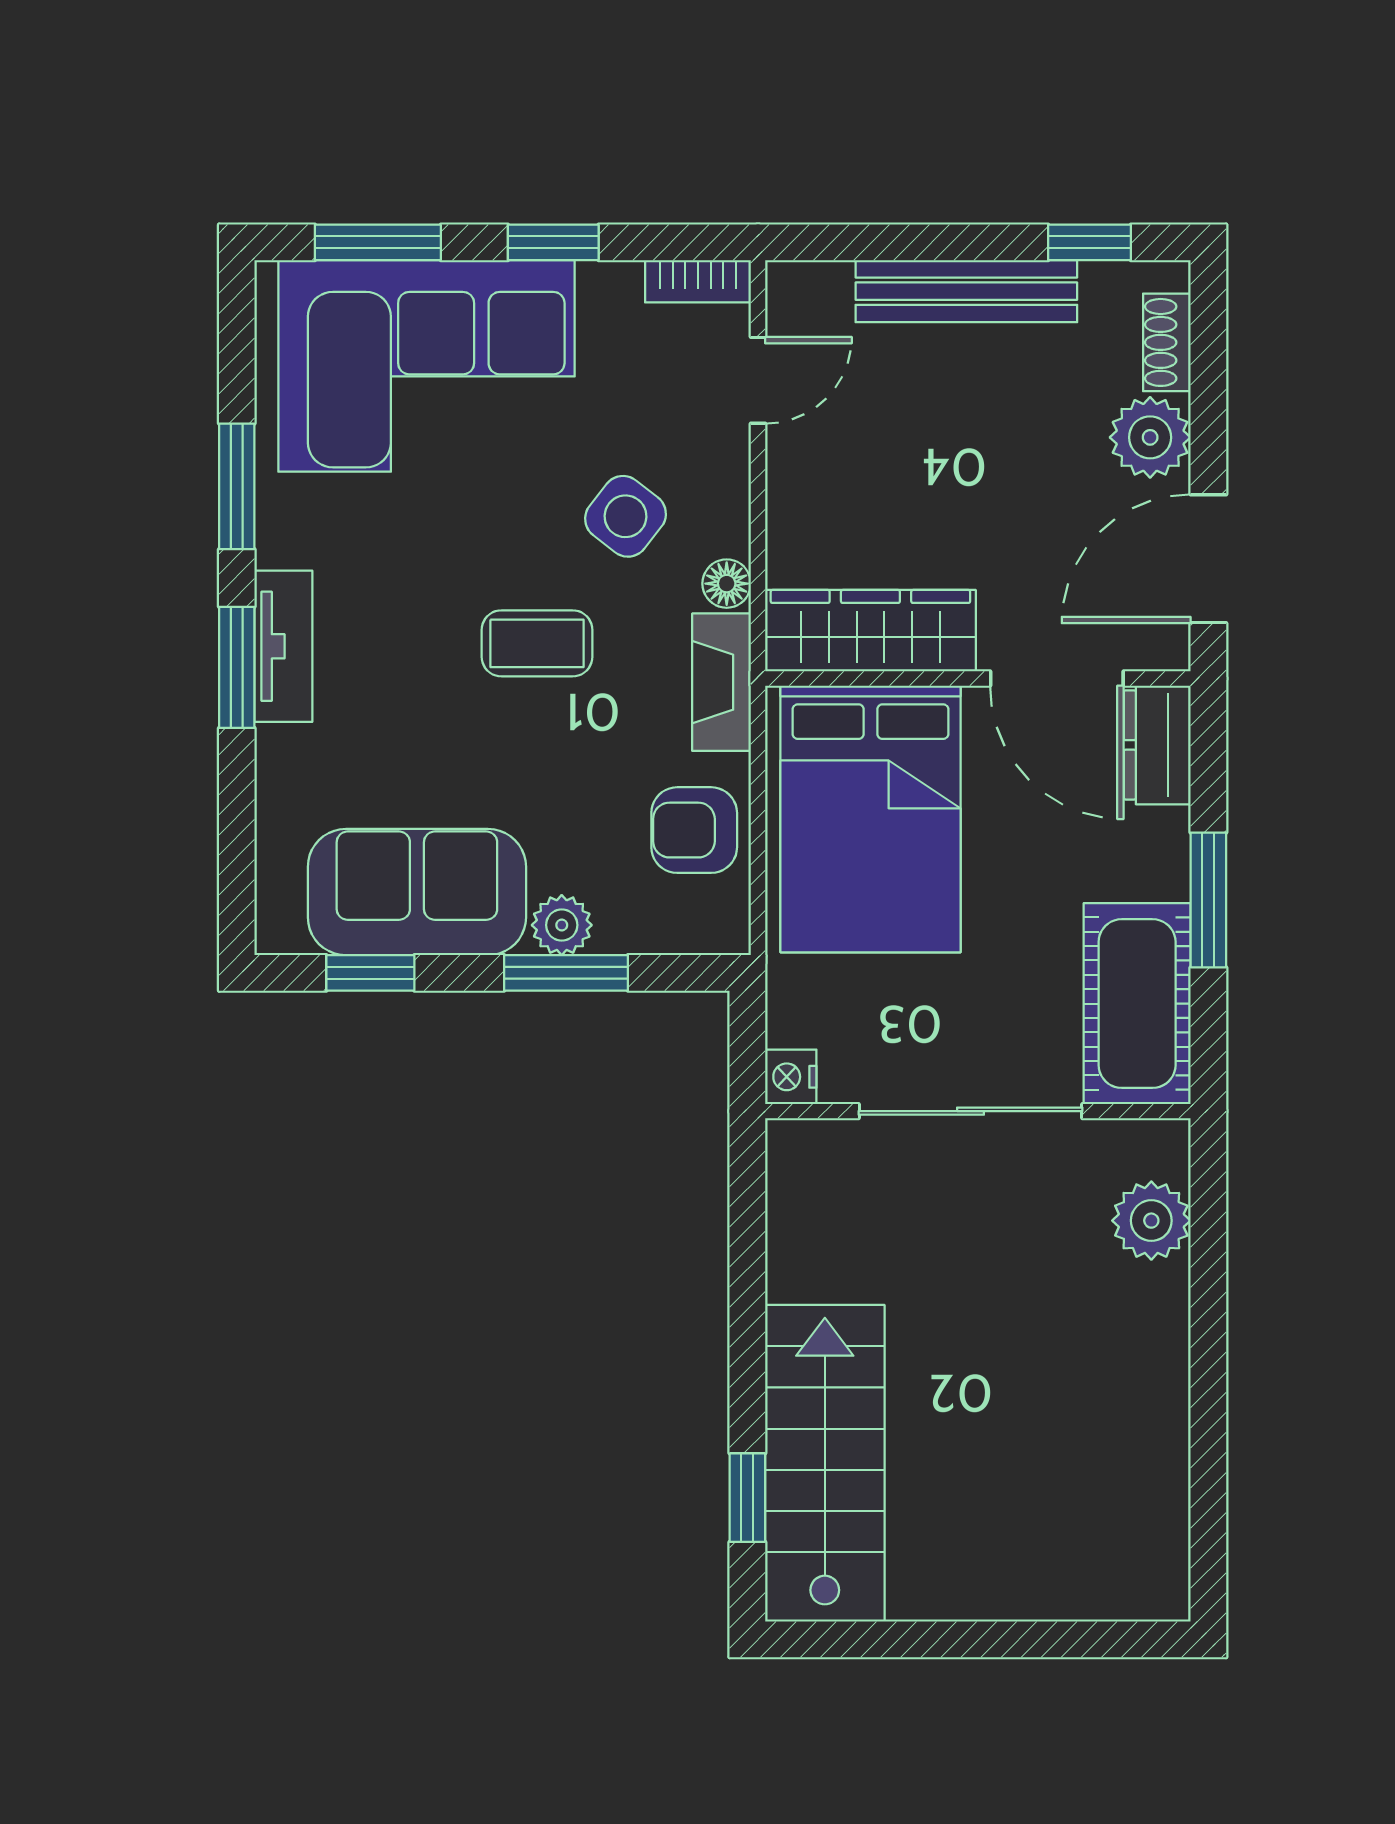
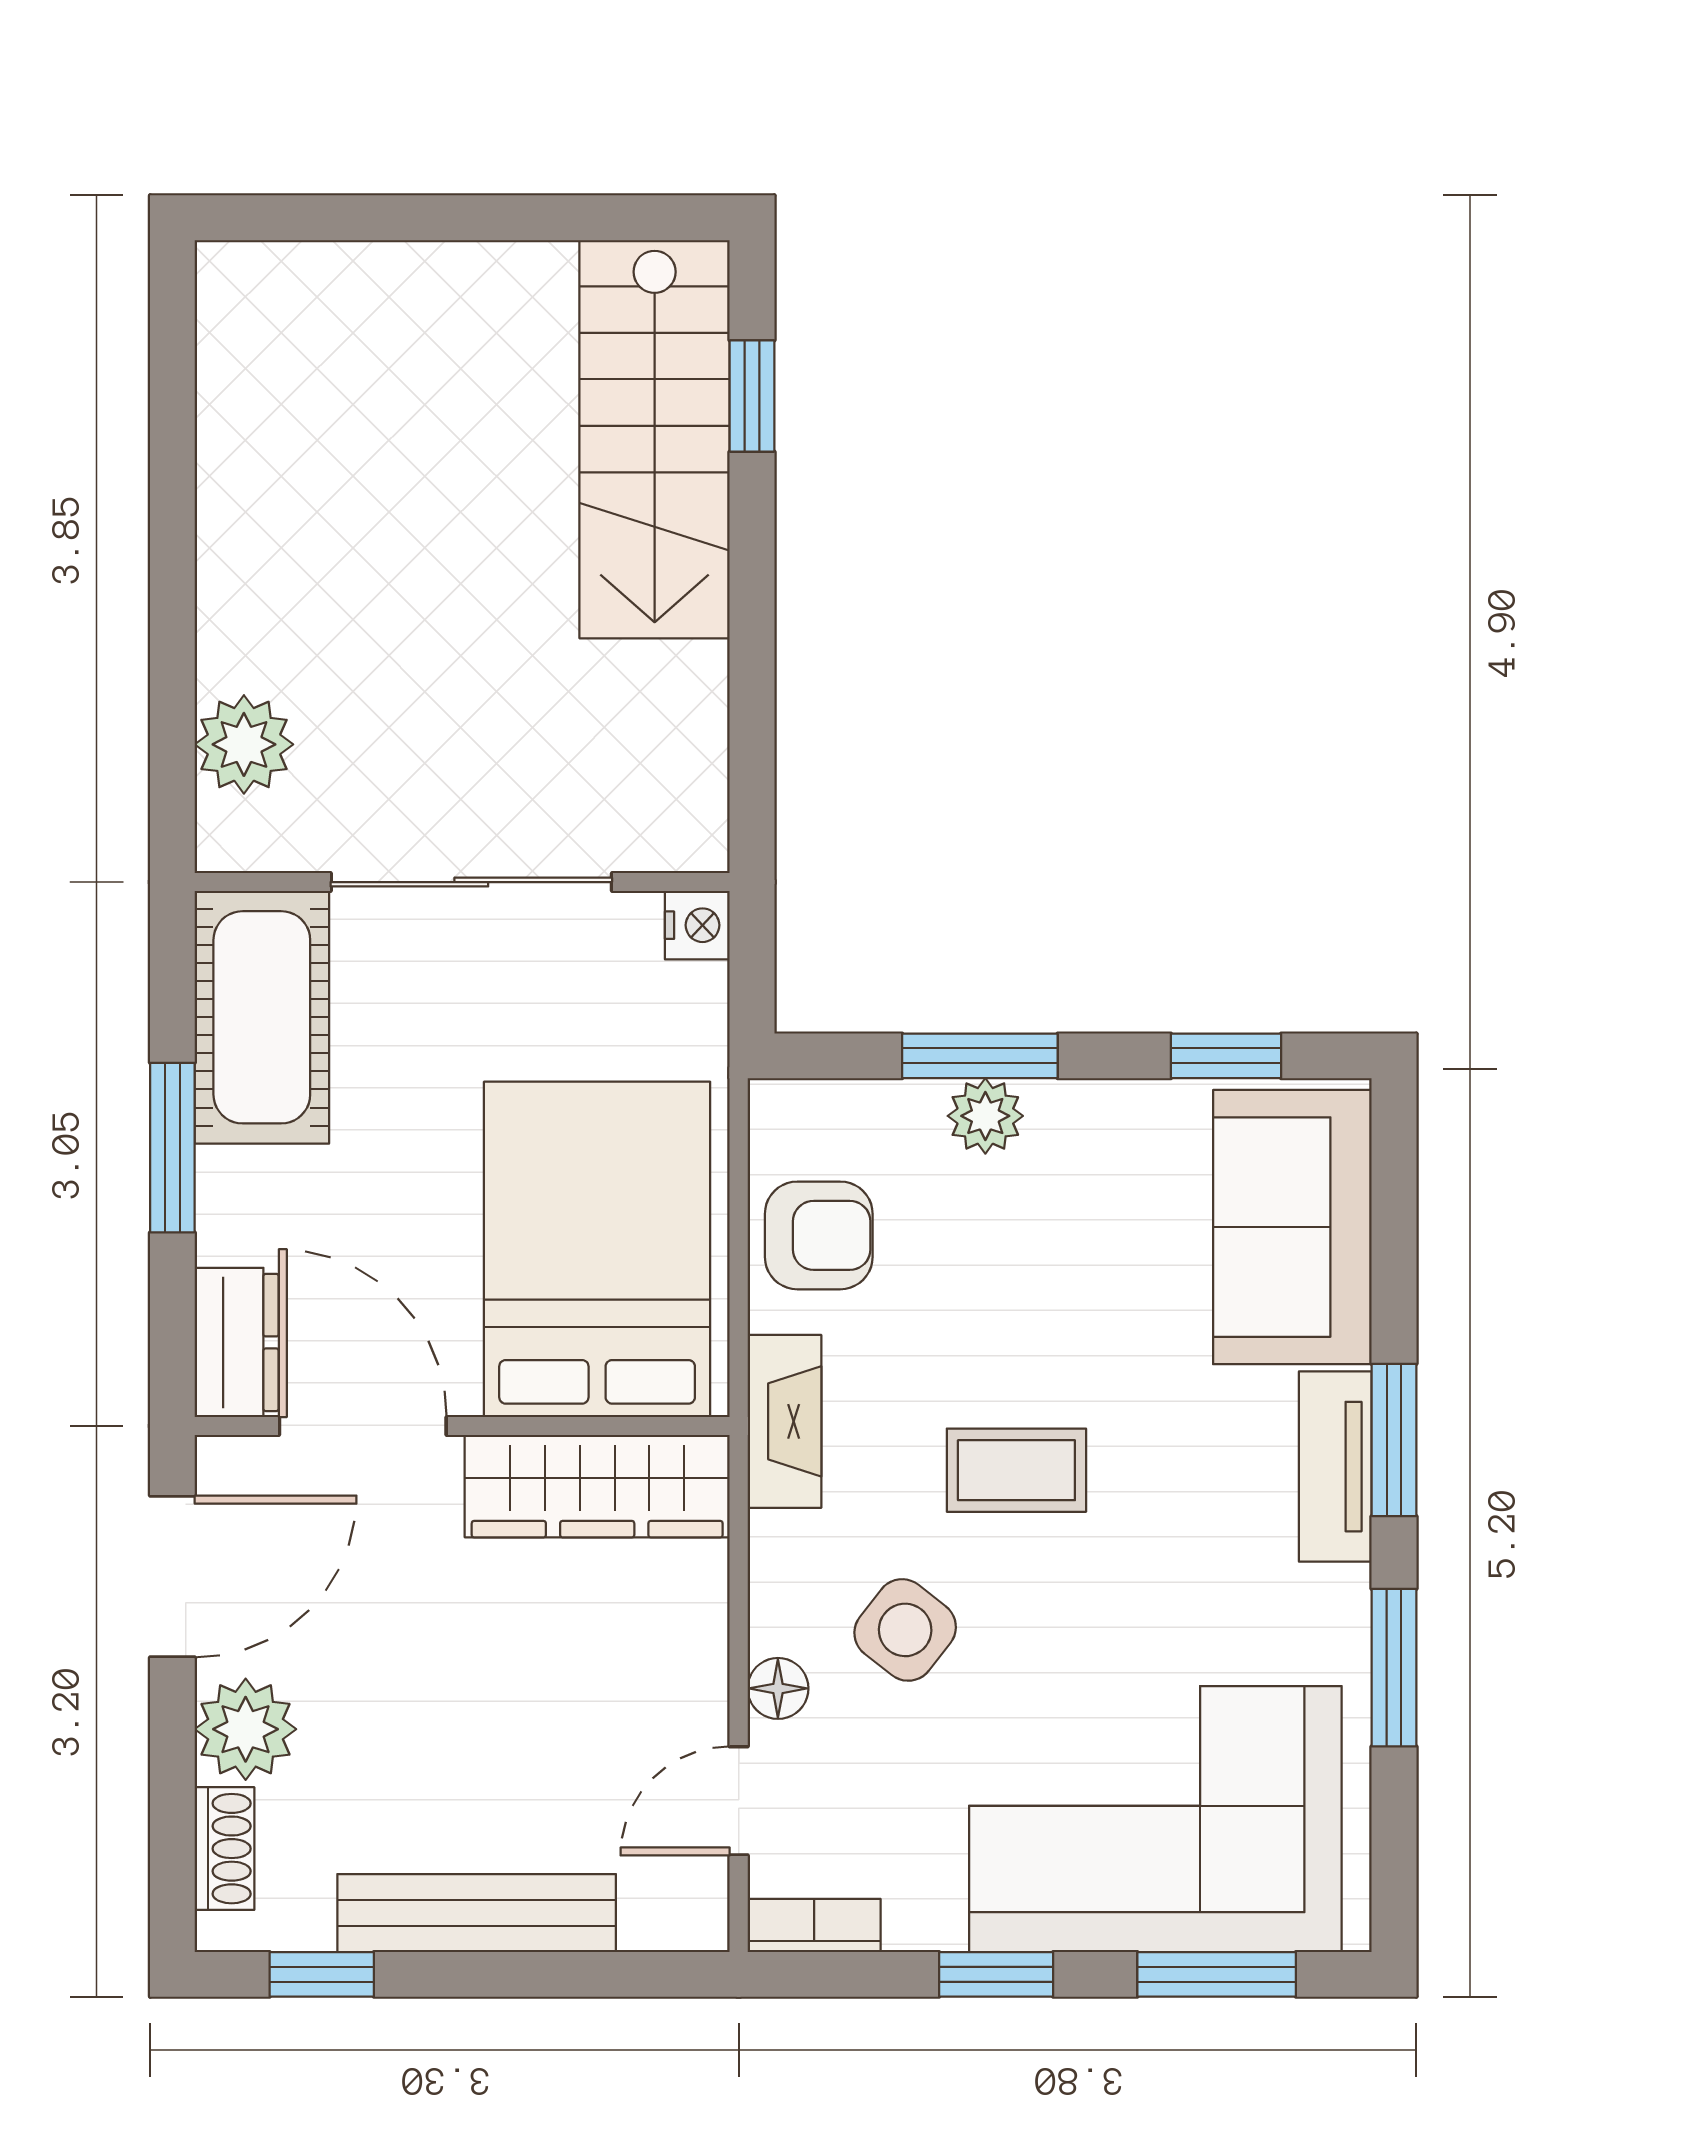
floor lamp: (727, 584) -> (778, 1688), moved
sofa: (417, 892) -> (1292, 1227), moved, turned 90

